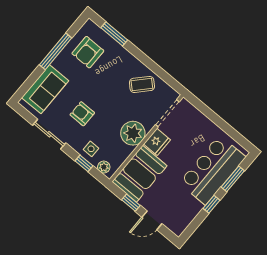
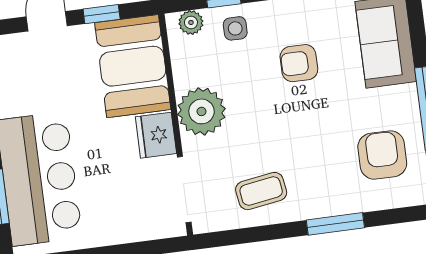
window: (114, 34) -> (335, 224), moved
coffee table: (142, 84) -> (261, 191), turned 38
armchair: (82, 114) -> (299, 63), turned 180

